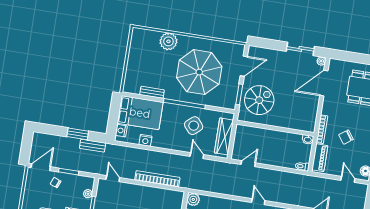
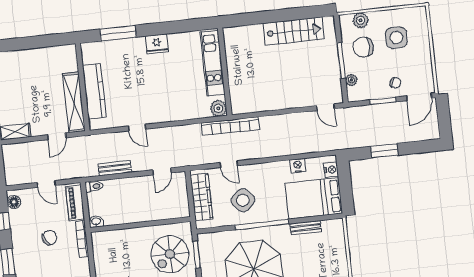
bench: (93, 146) -> (115, 168), moved
bookcase: (157, 179) -> (230, 126), moved
door: (348, 179) -> (46, 184), moved

